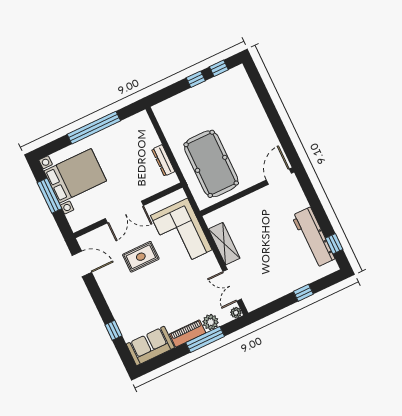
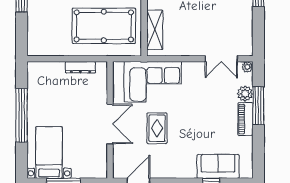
bed with nightstands: (75, 176) -> (49, 153), width x0.73
shelving: (224, 244) -> (155, 30), moved, turned 90
sofa: (150, 346) -> (218, 166), moved, turned 90

